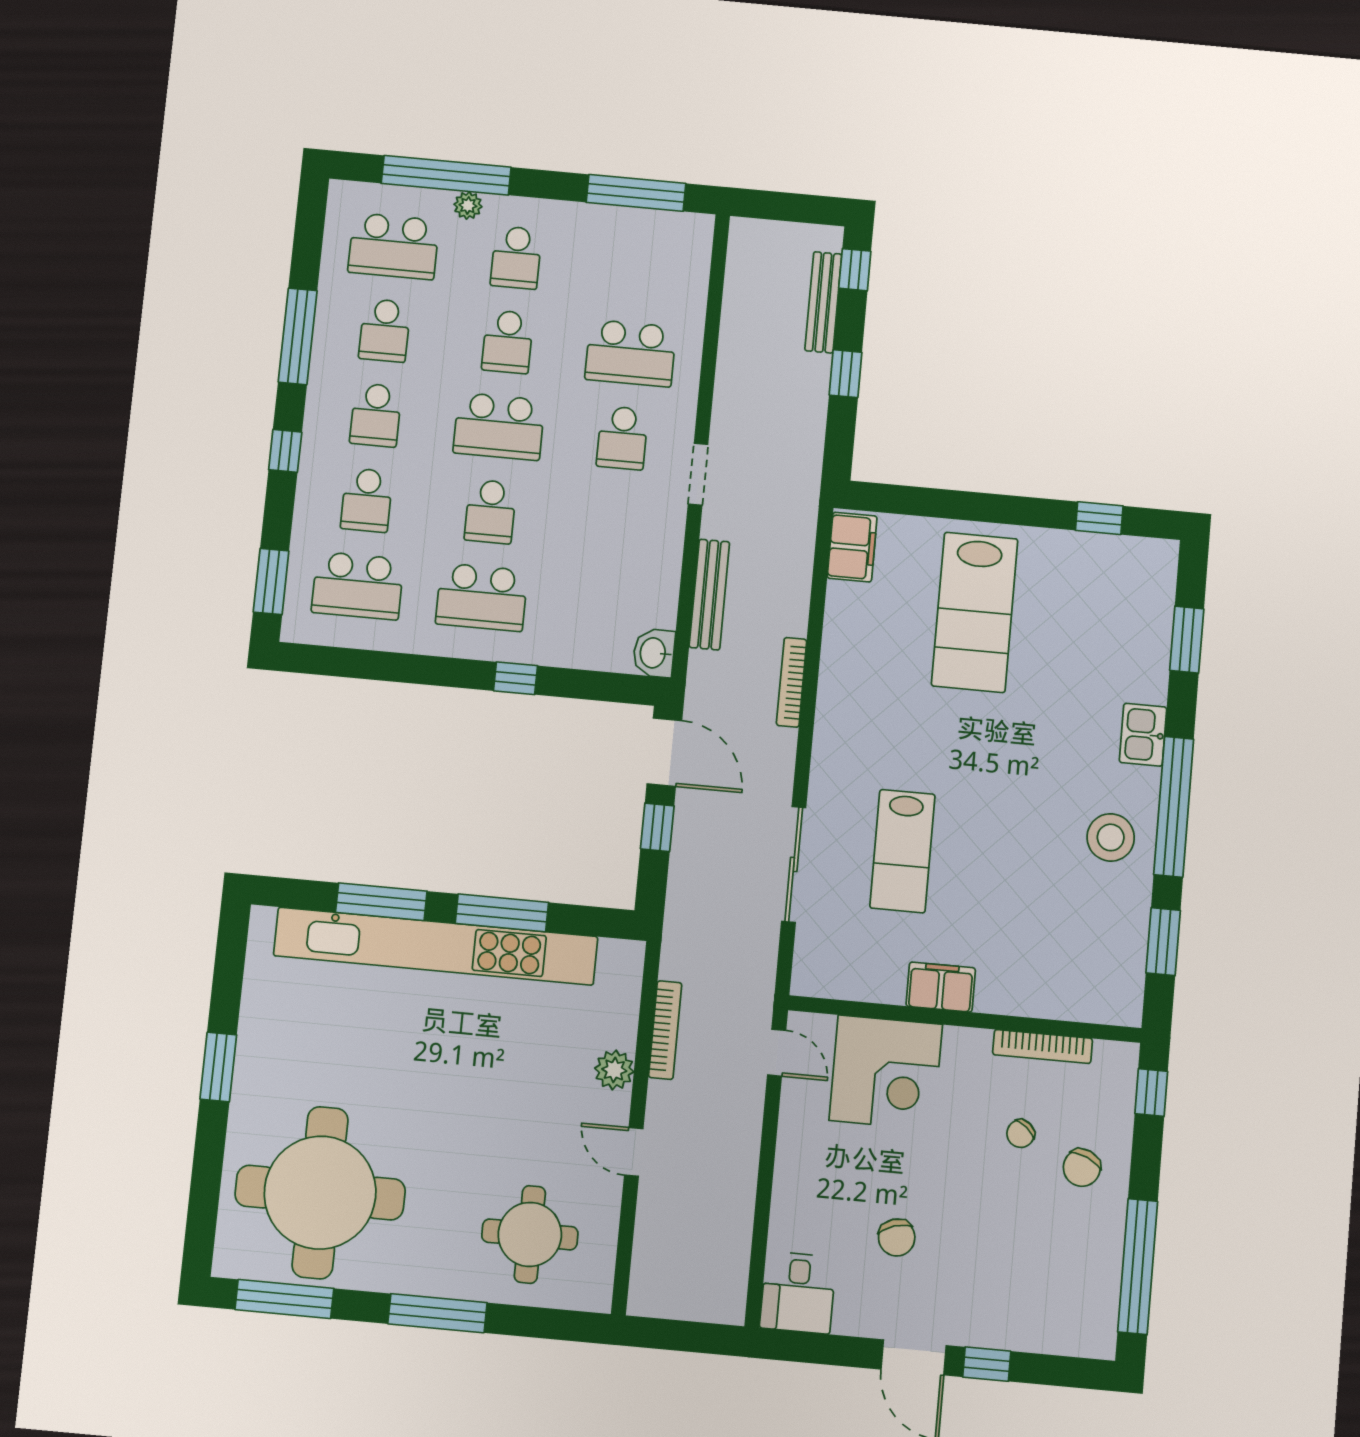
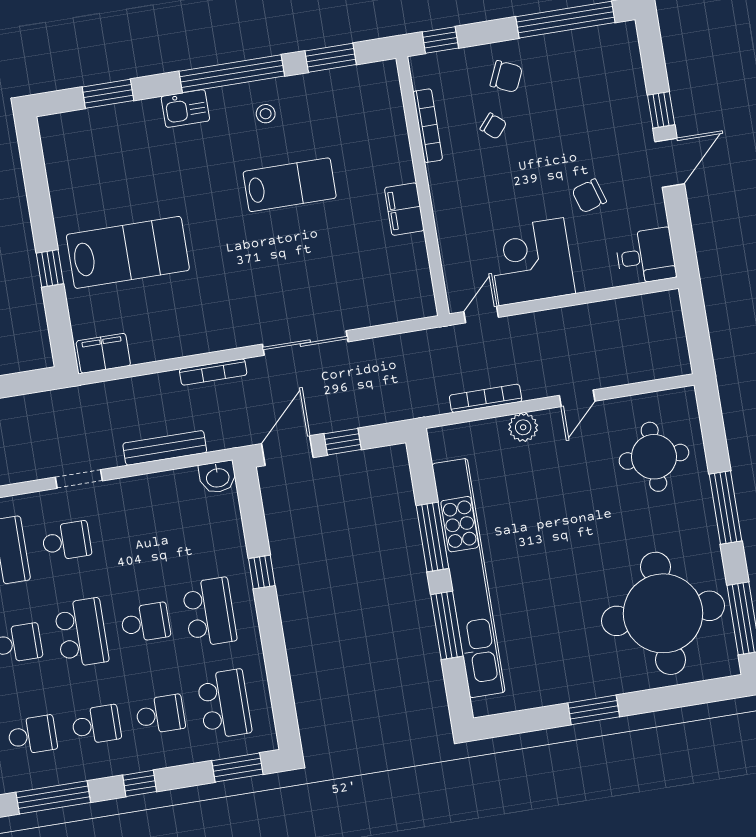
window: (1099, 518) -> (50, 268), moved
stool: (1111, 837) -> (266, 114), width x0.53, depth x0.53
lab bench: (902, 851) -> (290, 185), moved
sliding door: (794, 864) -> (305, 343), moved
corner desk: (886, 1072) -> (531, 262), moved, turned -90
chair: (897, 1237) -> (589, 196), turned 180

